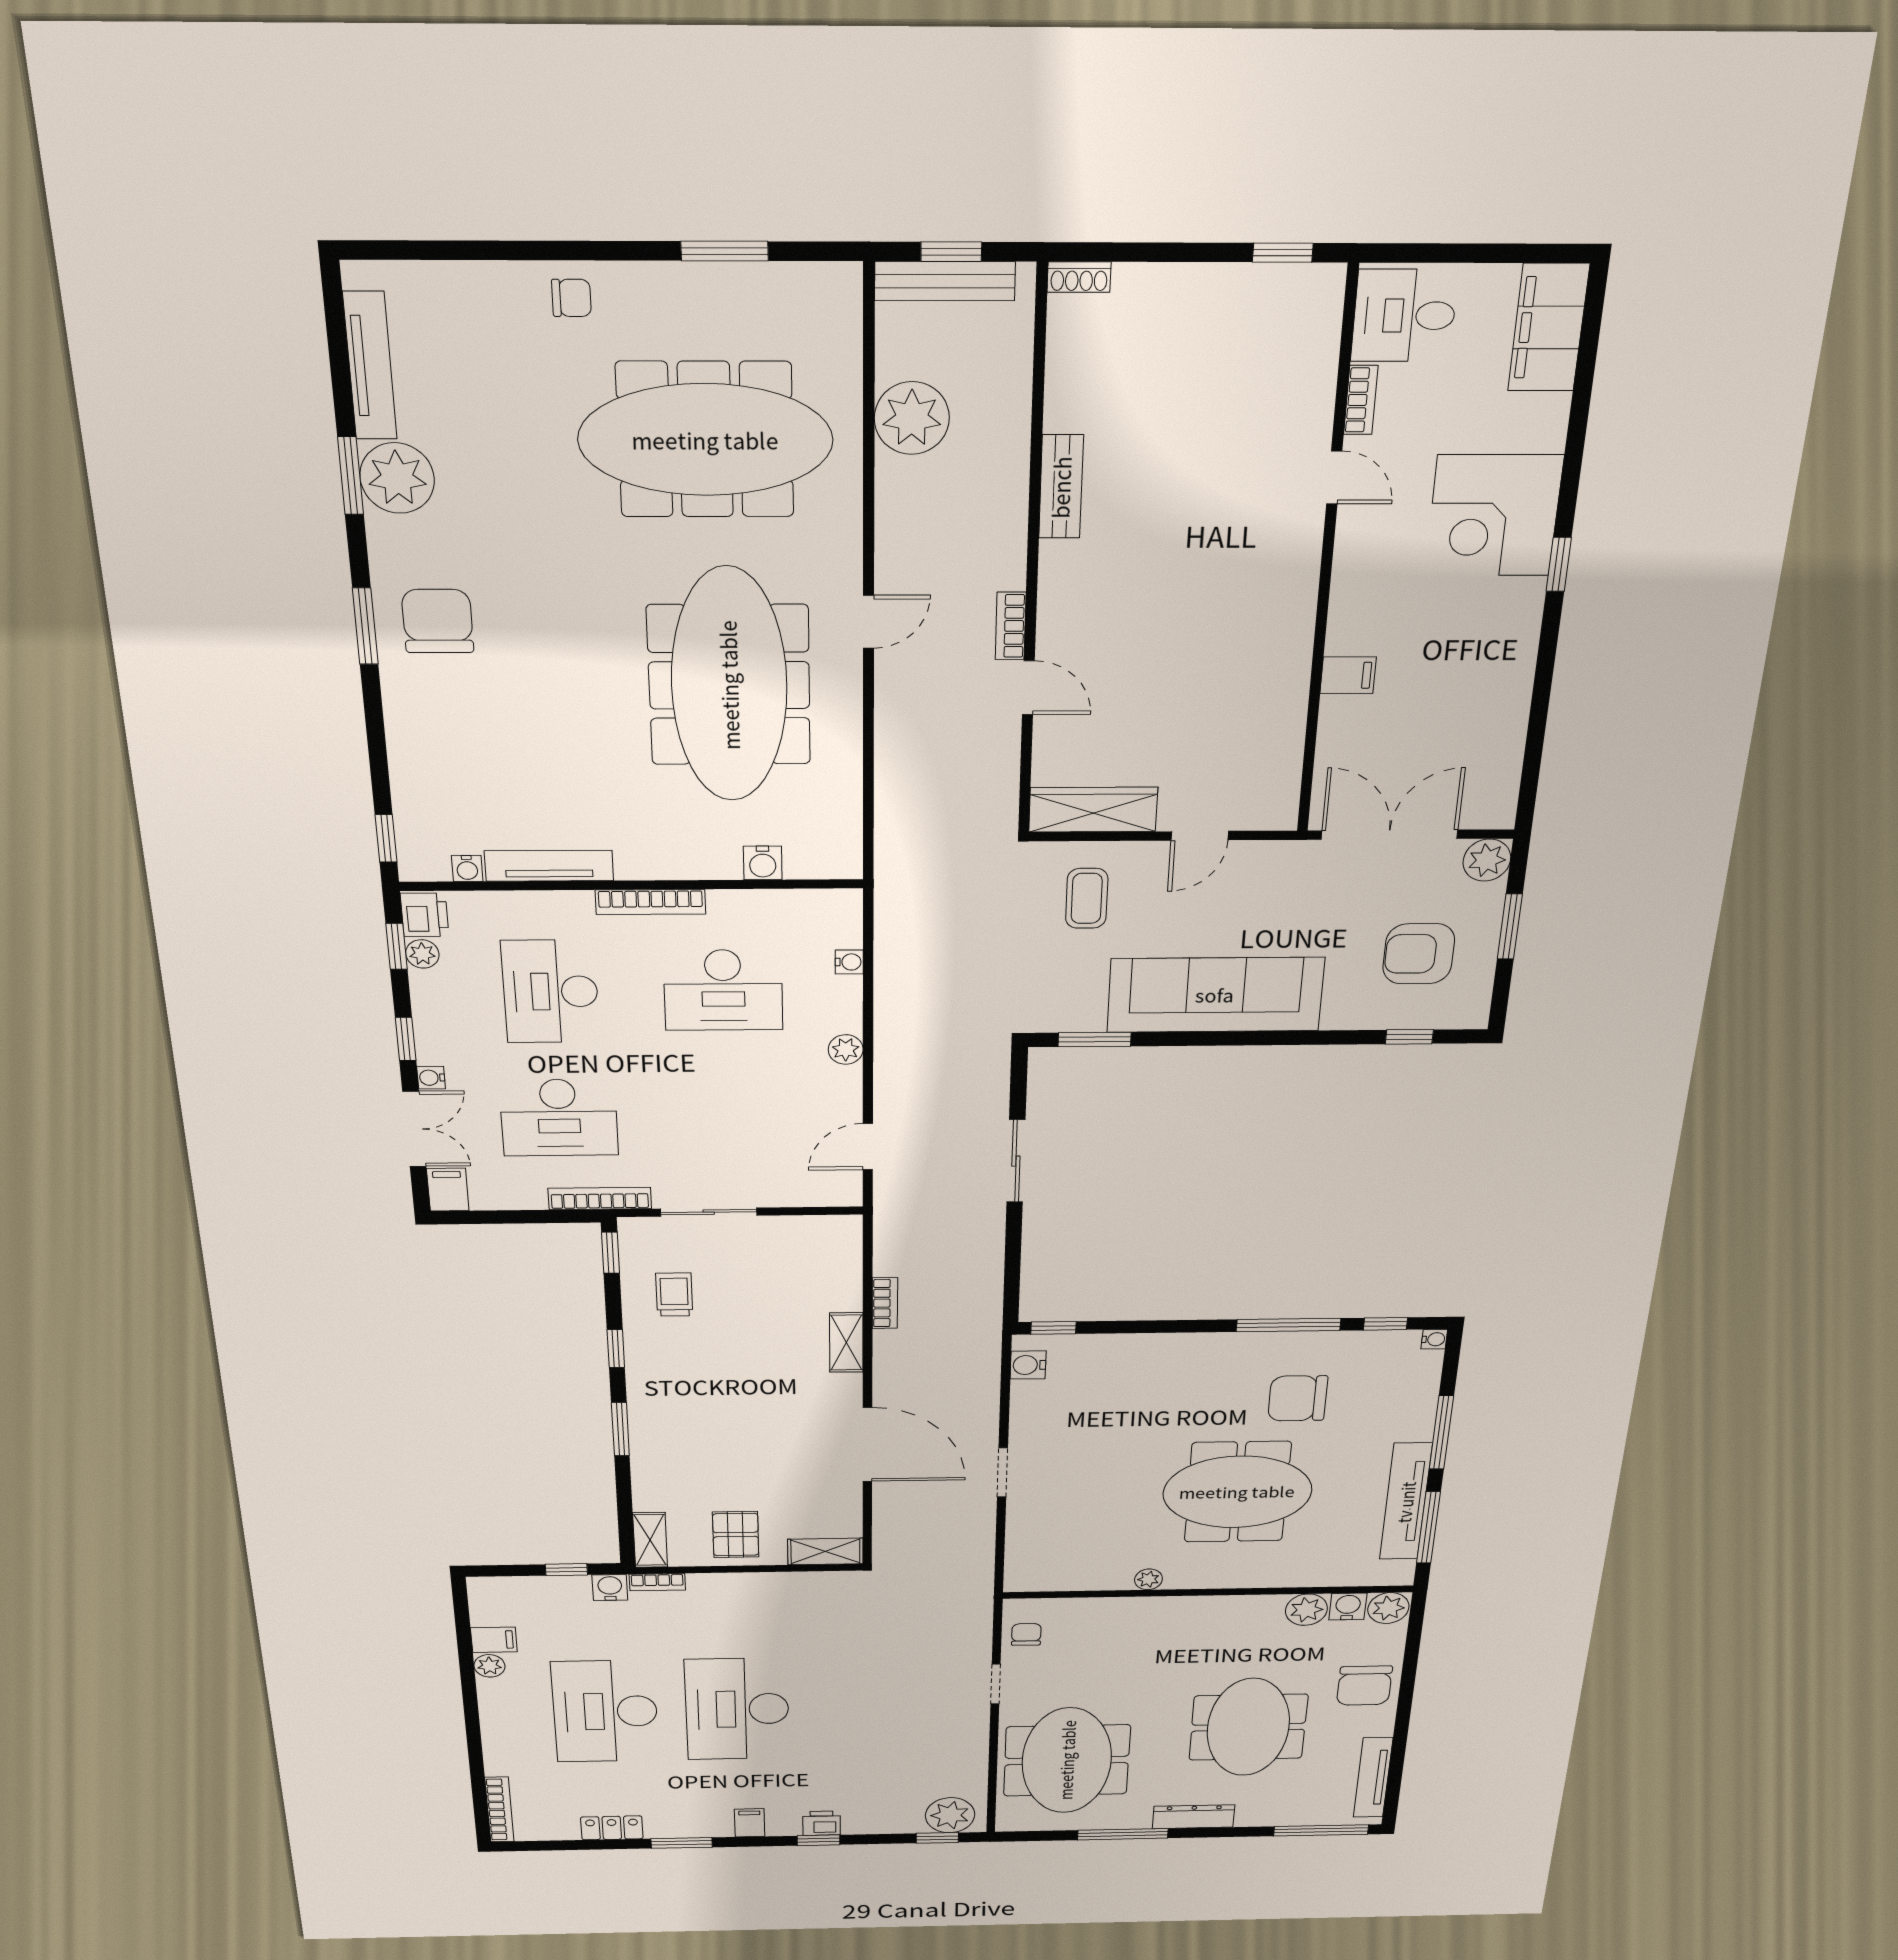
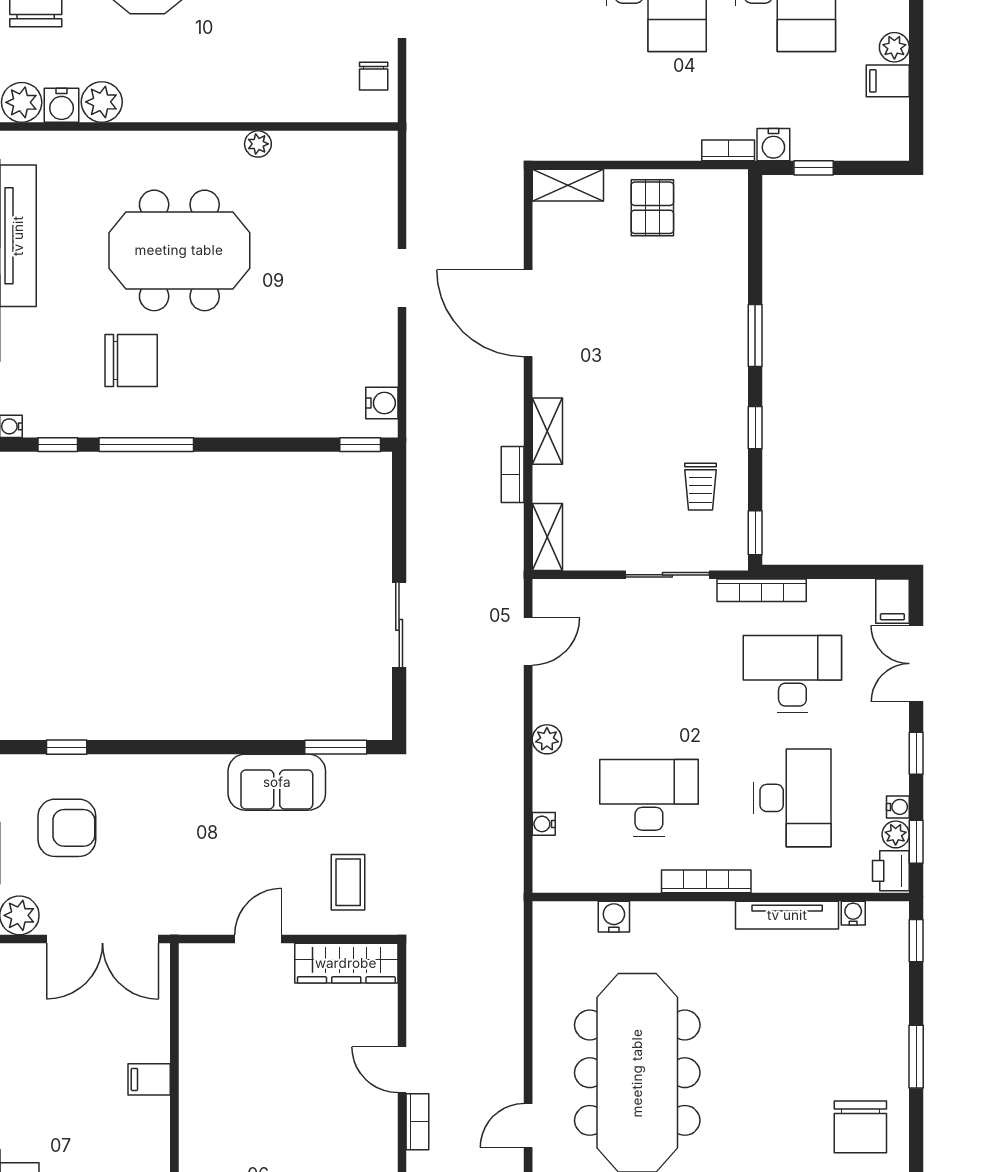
window: (365, 626) -> (916, 1057), moved
sofa: (1215, 995) -> (277, 782), width x0.54, depth x0.79
water cooler: (431, 1078) -> (898, 807), moved
shelving: (650, 1540) -> (547, 537), moved

